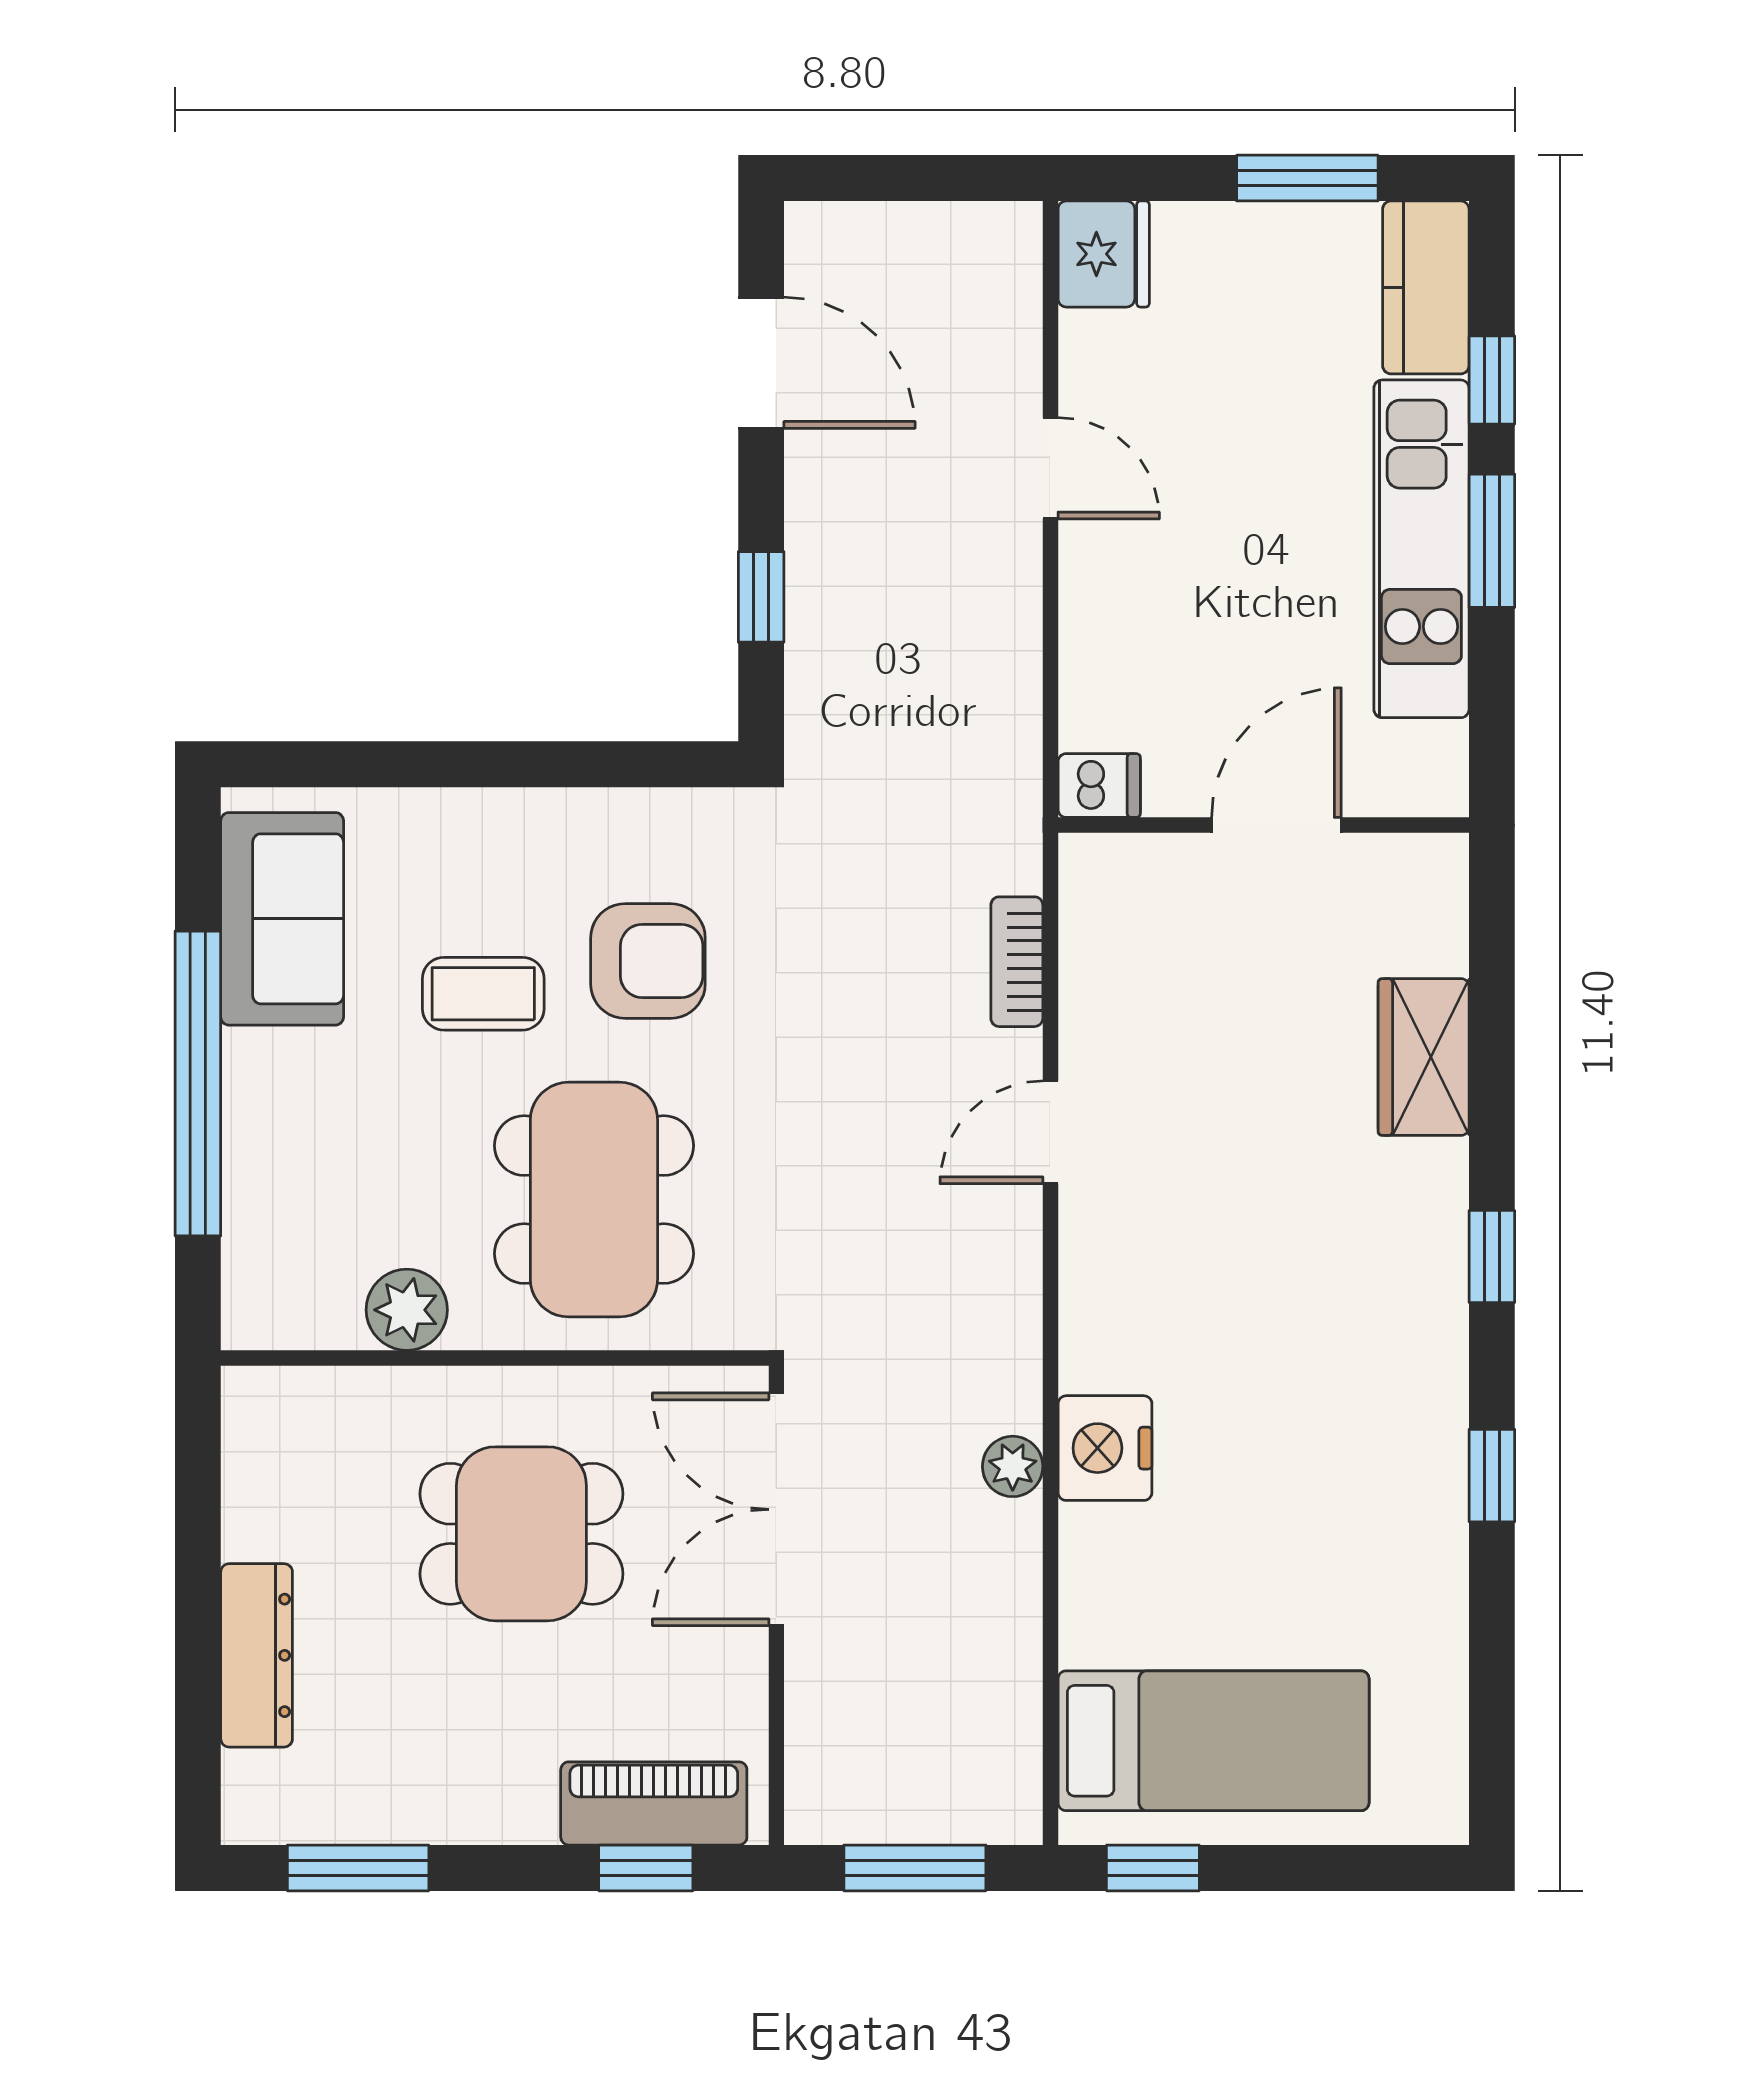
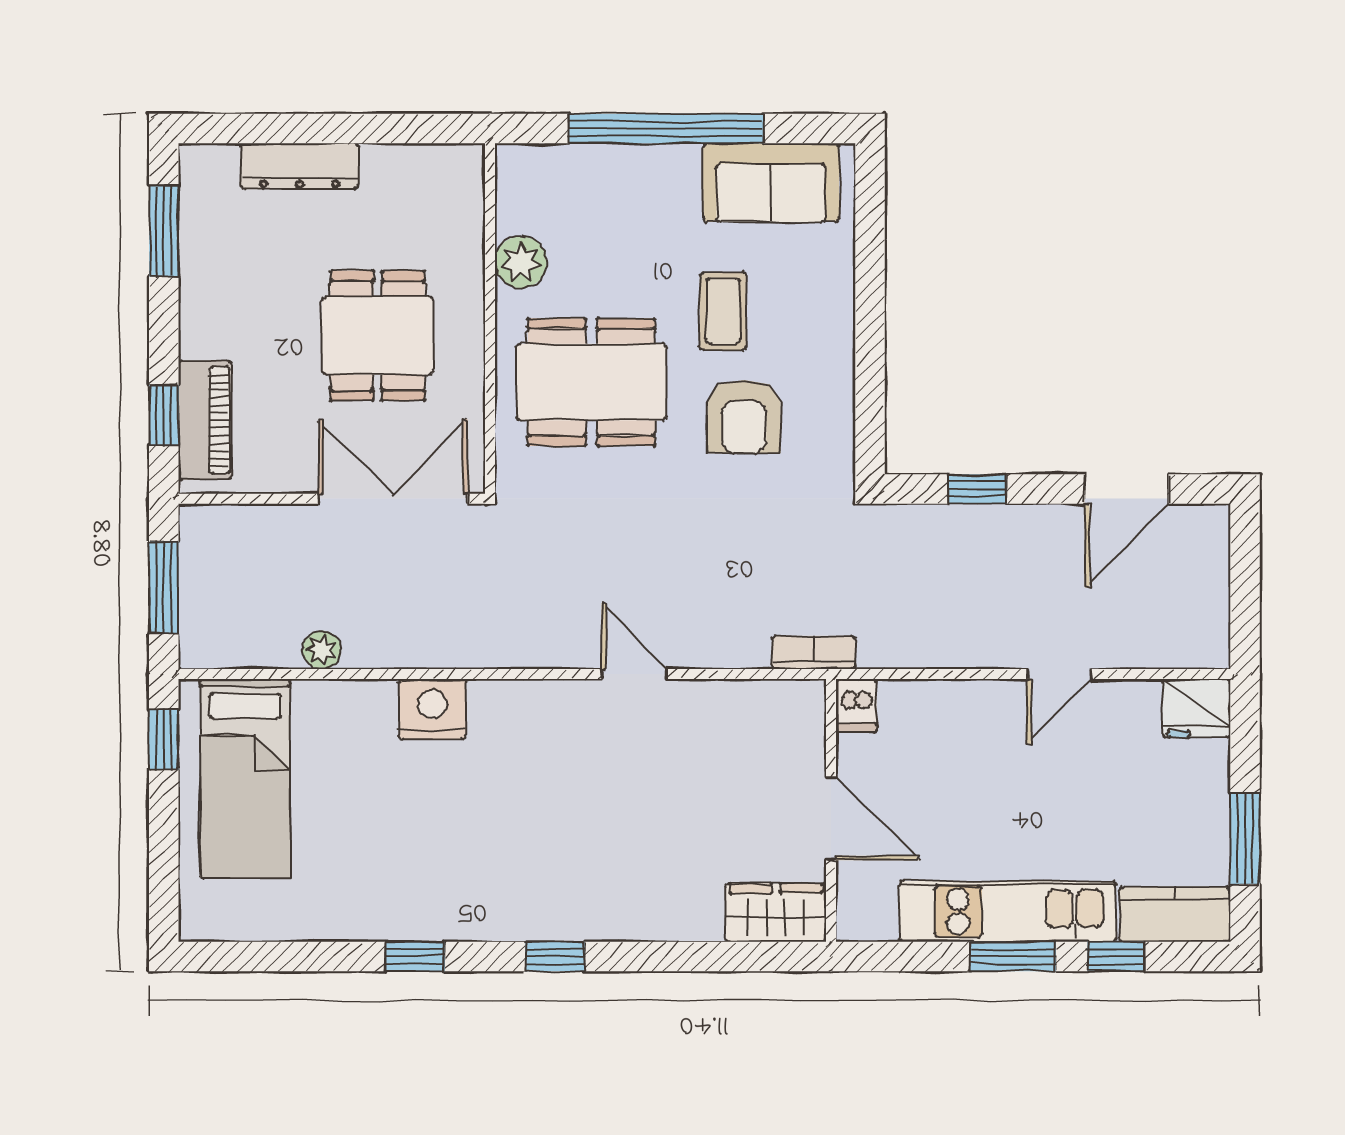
bookcase: (1017, 962) -> (814, 653), moved
wardrobe: (1424, 1057) -> (776, 913), moved
plant: (1013, 1466) -> (322, 650), moved

